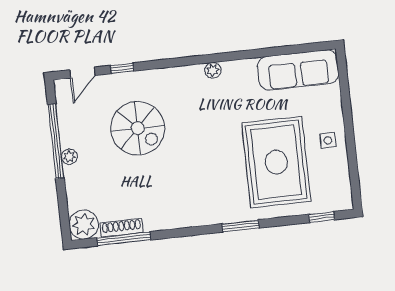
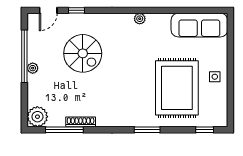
shoe rack: (122, 228) -> (81, 122), moved

